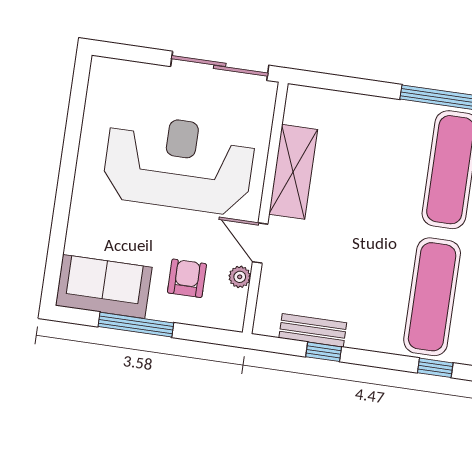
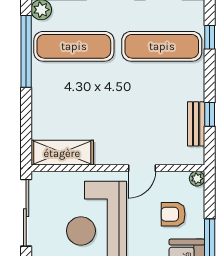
shelving: (293, 172) -> (62, 153), moved
plant: (240, 277) -> (197, 179), moved

